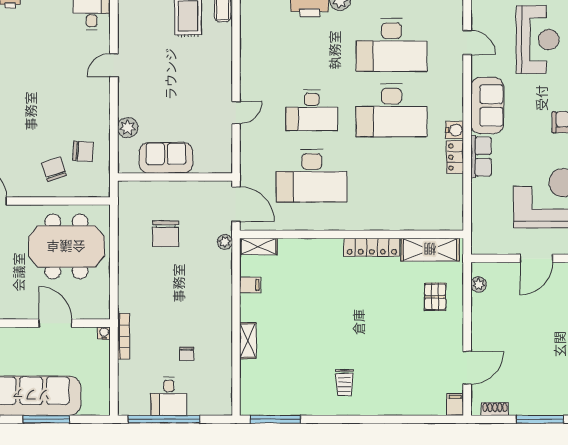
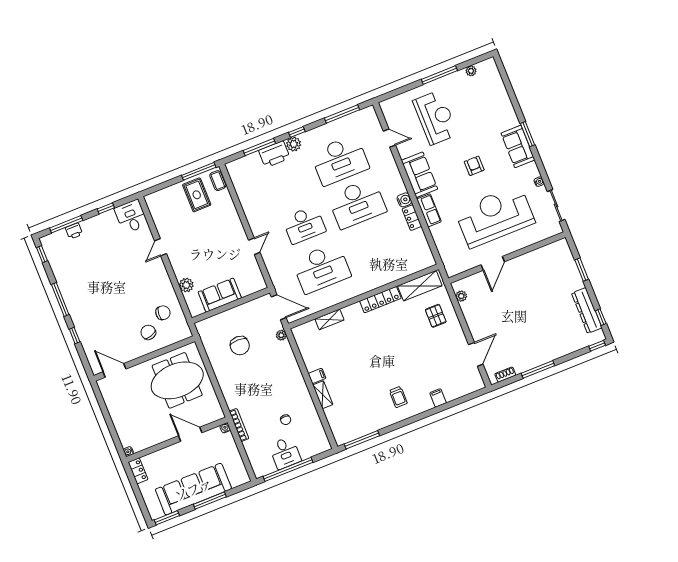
shelving: (258, 246) -> (329, 319), moved
filing cabinet: (250, 285) -> (317, 376), moved
filing cabinet: (455, 405) -> (438, 398), moved

